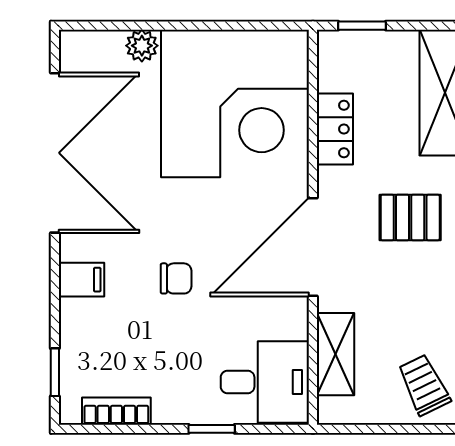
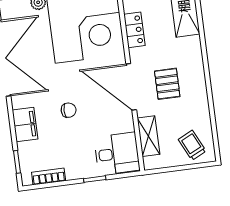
pallet: (410, 217) -> (167, 84), moved, turned 90
door: (313, 247) -> (131, 87), hinge flipped
filing cabinet: (81, 280) -> (25, 125), width x2.00

